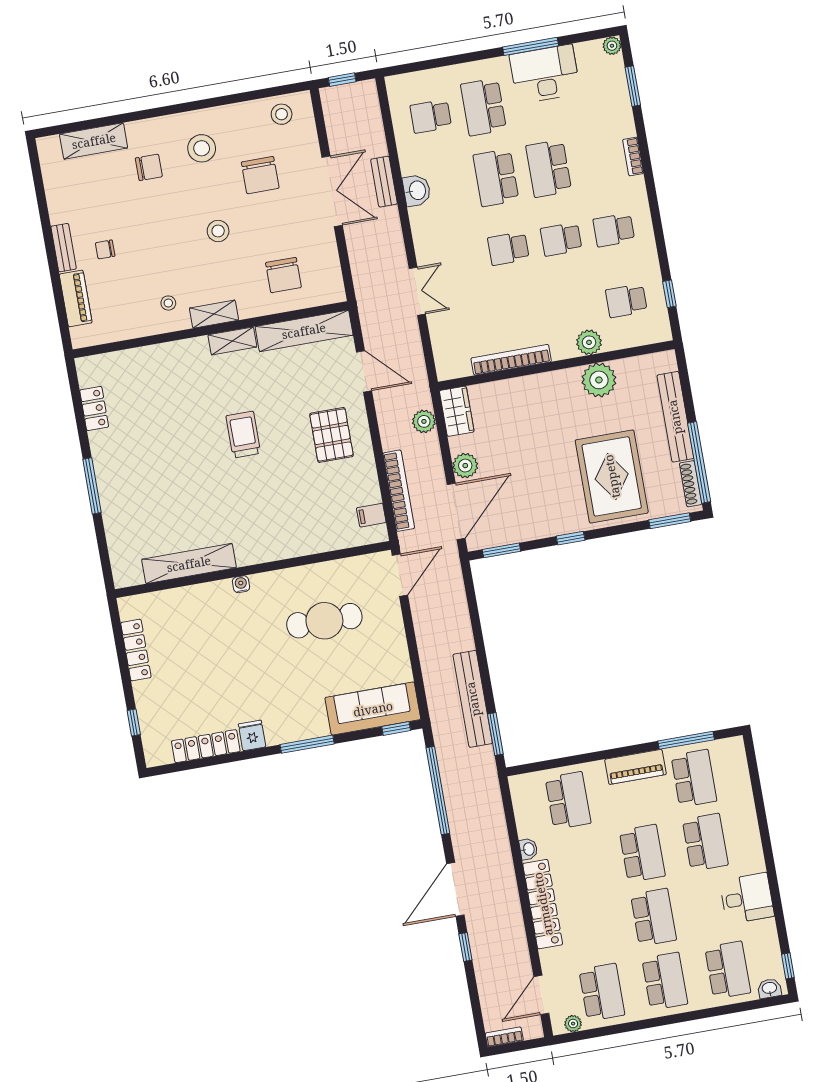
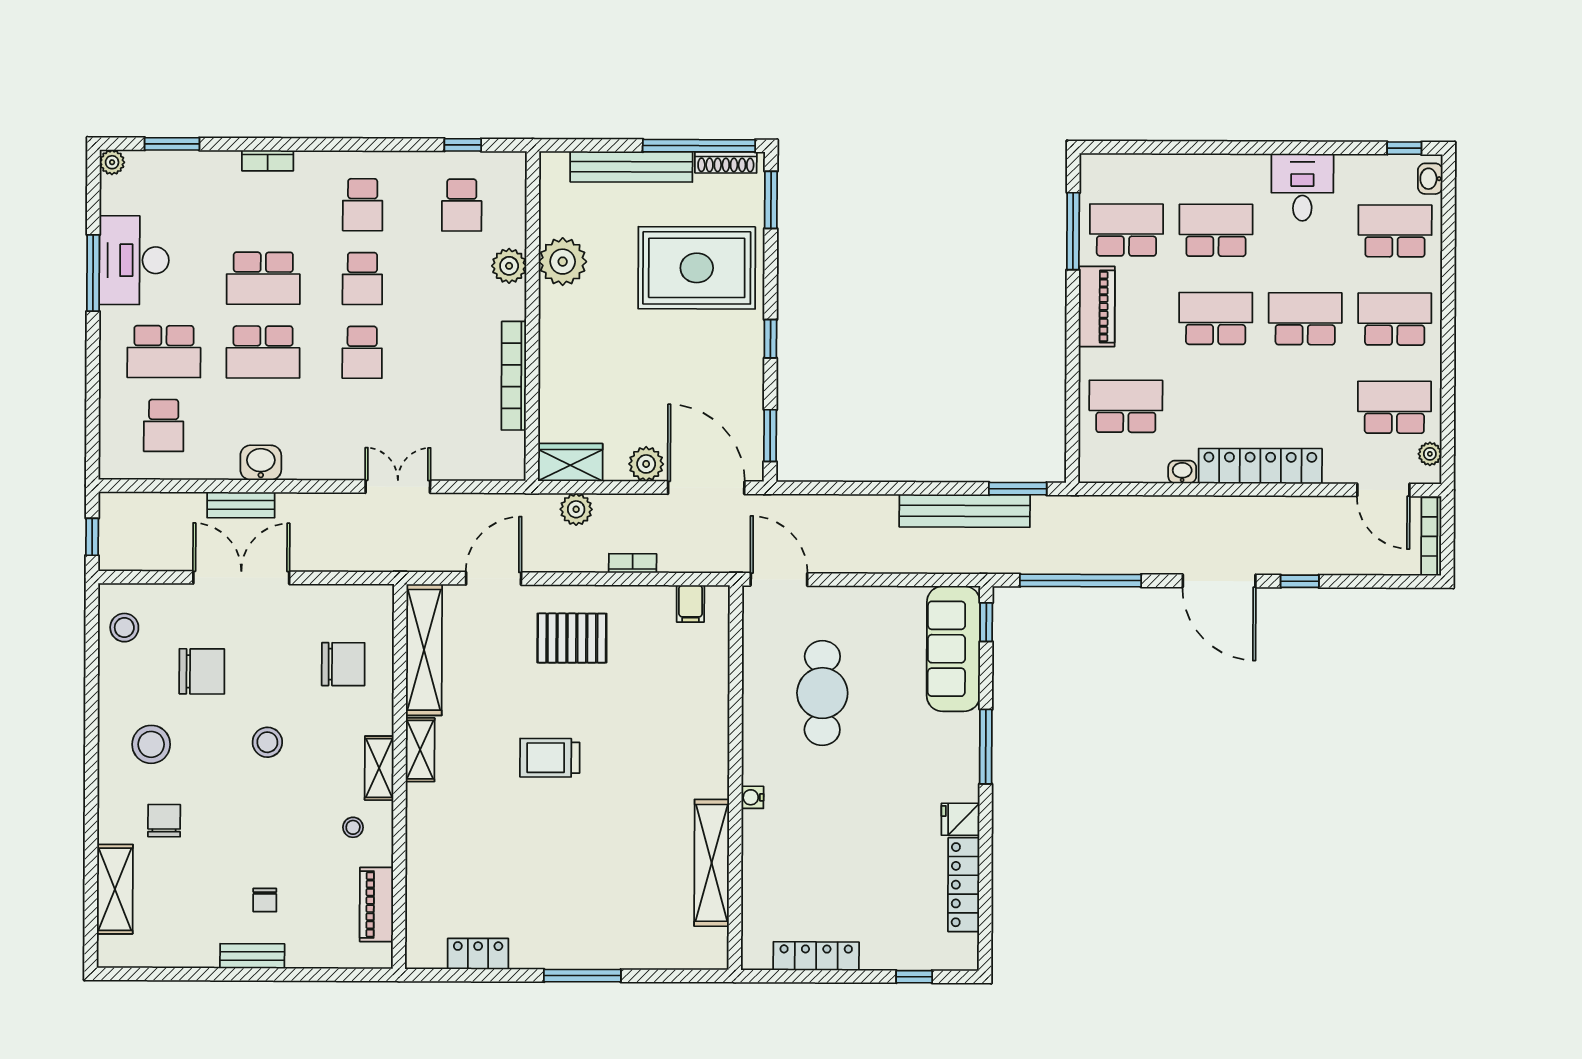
piano: (76, 298) -> (376, 905), moved, turned -90
bookcase: (399, 491) -> (633, 563), width x0.43, depth x0.76
bookcase: (504, 1037) -> (1431, 536), width x1.56

